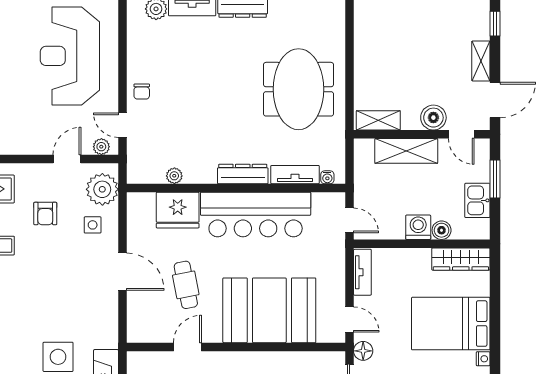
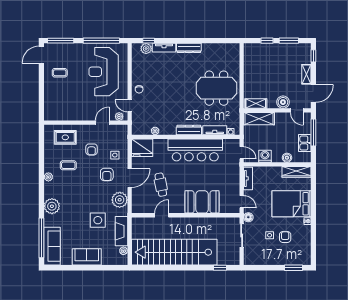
meeting table: (299, 89) -> (216, 88), turned 90
shelving: (406, 151) -> (259, 119), moved
window: (495, 179) -> (313, 132), width x1.44
plant: (102, 189) -> (120, 200), moved
fridge: (178, 210) -> (142, 148), moved
washing machine: (418, 227) -> (265, 156), moved
armchair: (76, 264) -> (107, 174), added
door: (122, 272) -> (130, 178), hinge flipped
booth: (269, 310) -> (202, 202), width x0.73, depth x0.70

